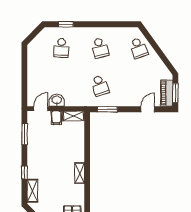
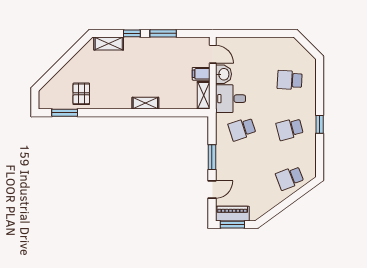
window: (66, 24) -> (320, 124), moved
desk: (76, 95) -> (230, 99), added
window: (107, 109) -> (212, 157), moved
door: (148, 109) -> (212, 189), hinge flipped
window: (24, 134) -> (163, 33), moved
shelving: (80, 173) -> (145, 103), moved

